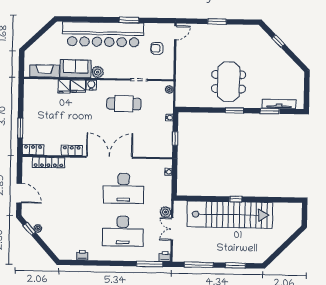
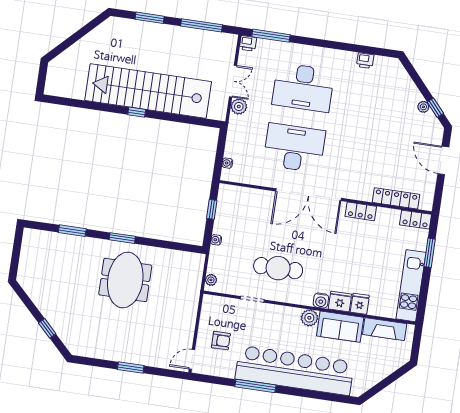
window: (129, 20) -> (255, 386), width x1.44
kitchen unit: (30, 103) -> (411, 286), added
tv unit: (279, 104) -> (58, 239), removed
desk: (123, 231) -> (303, 87), turned 180

